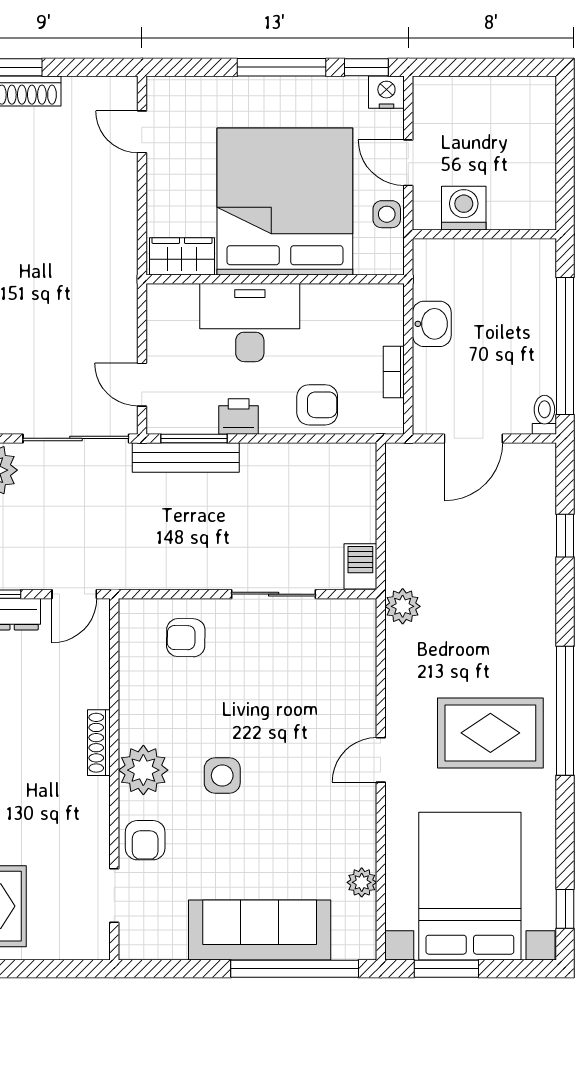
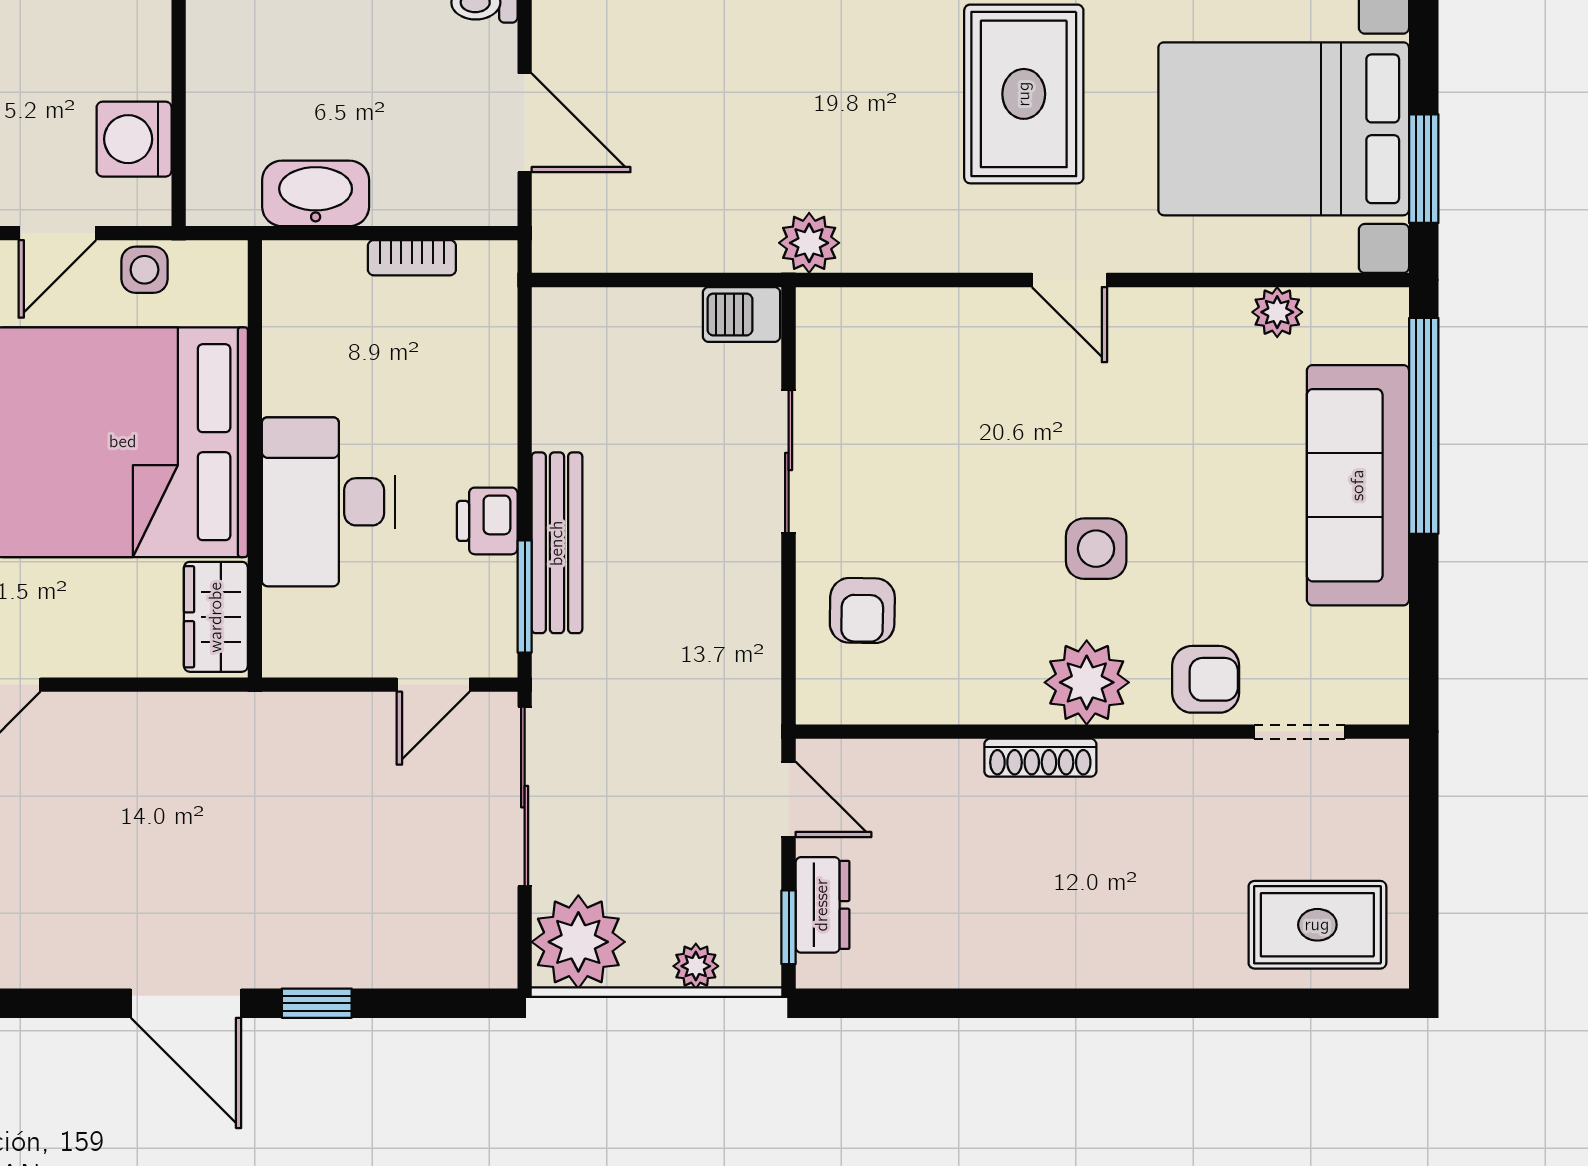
washbasin: (432, 324) -> (316, 193), width x1.38
armchair: (317, 405) -> (468, 388), removed
bench: (186, 458) -> (557, 543), moved

